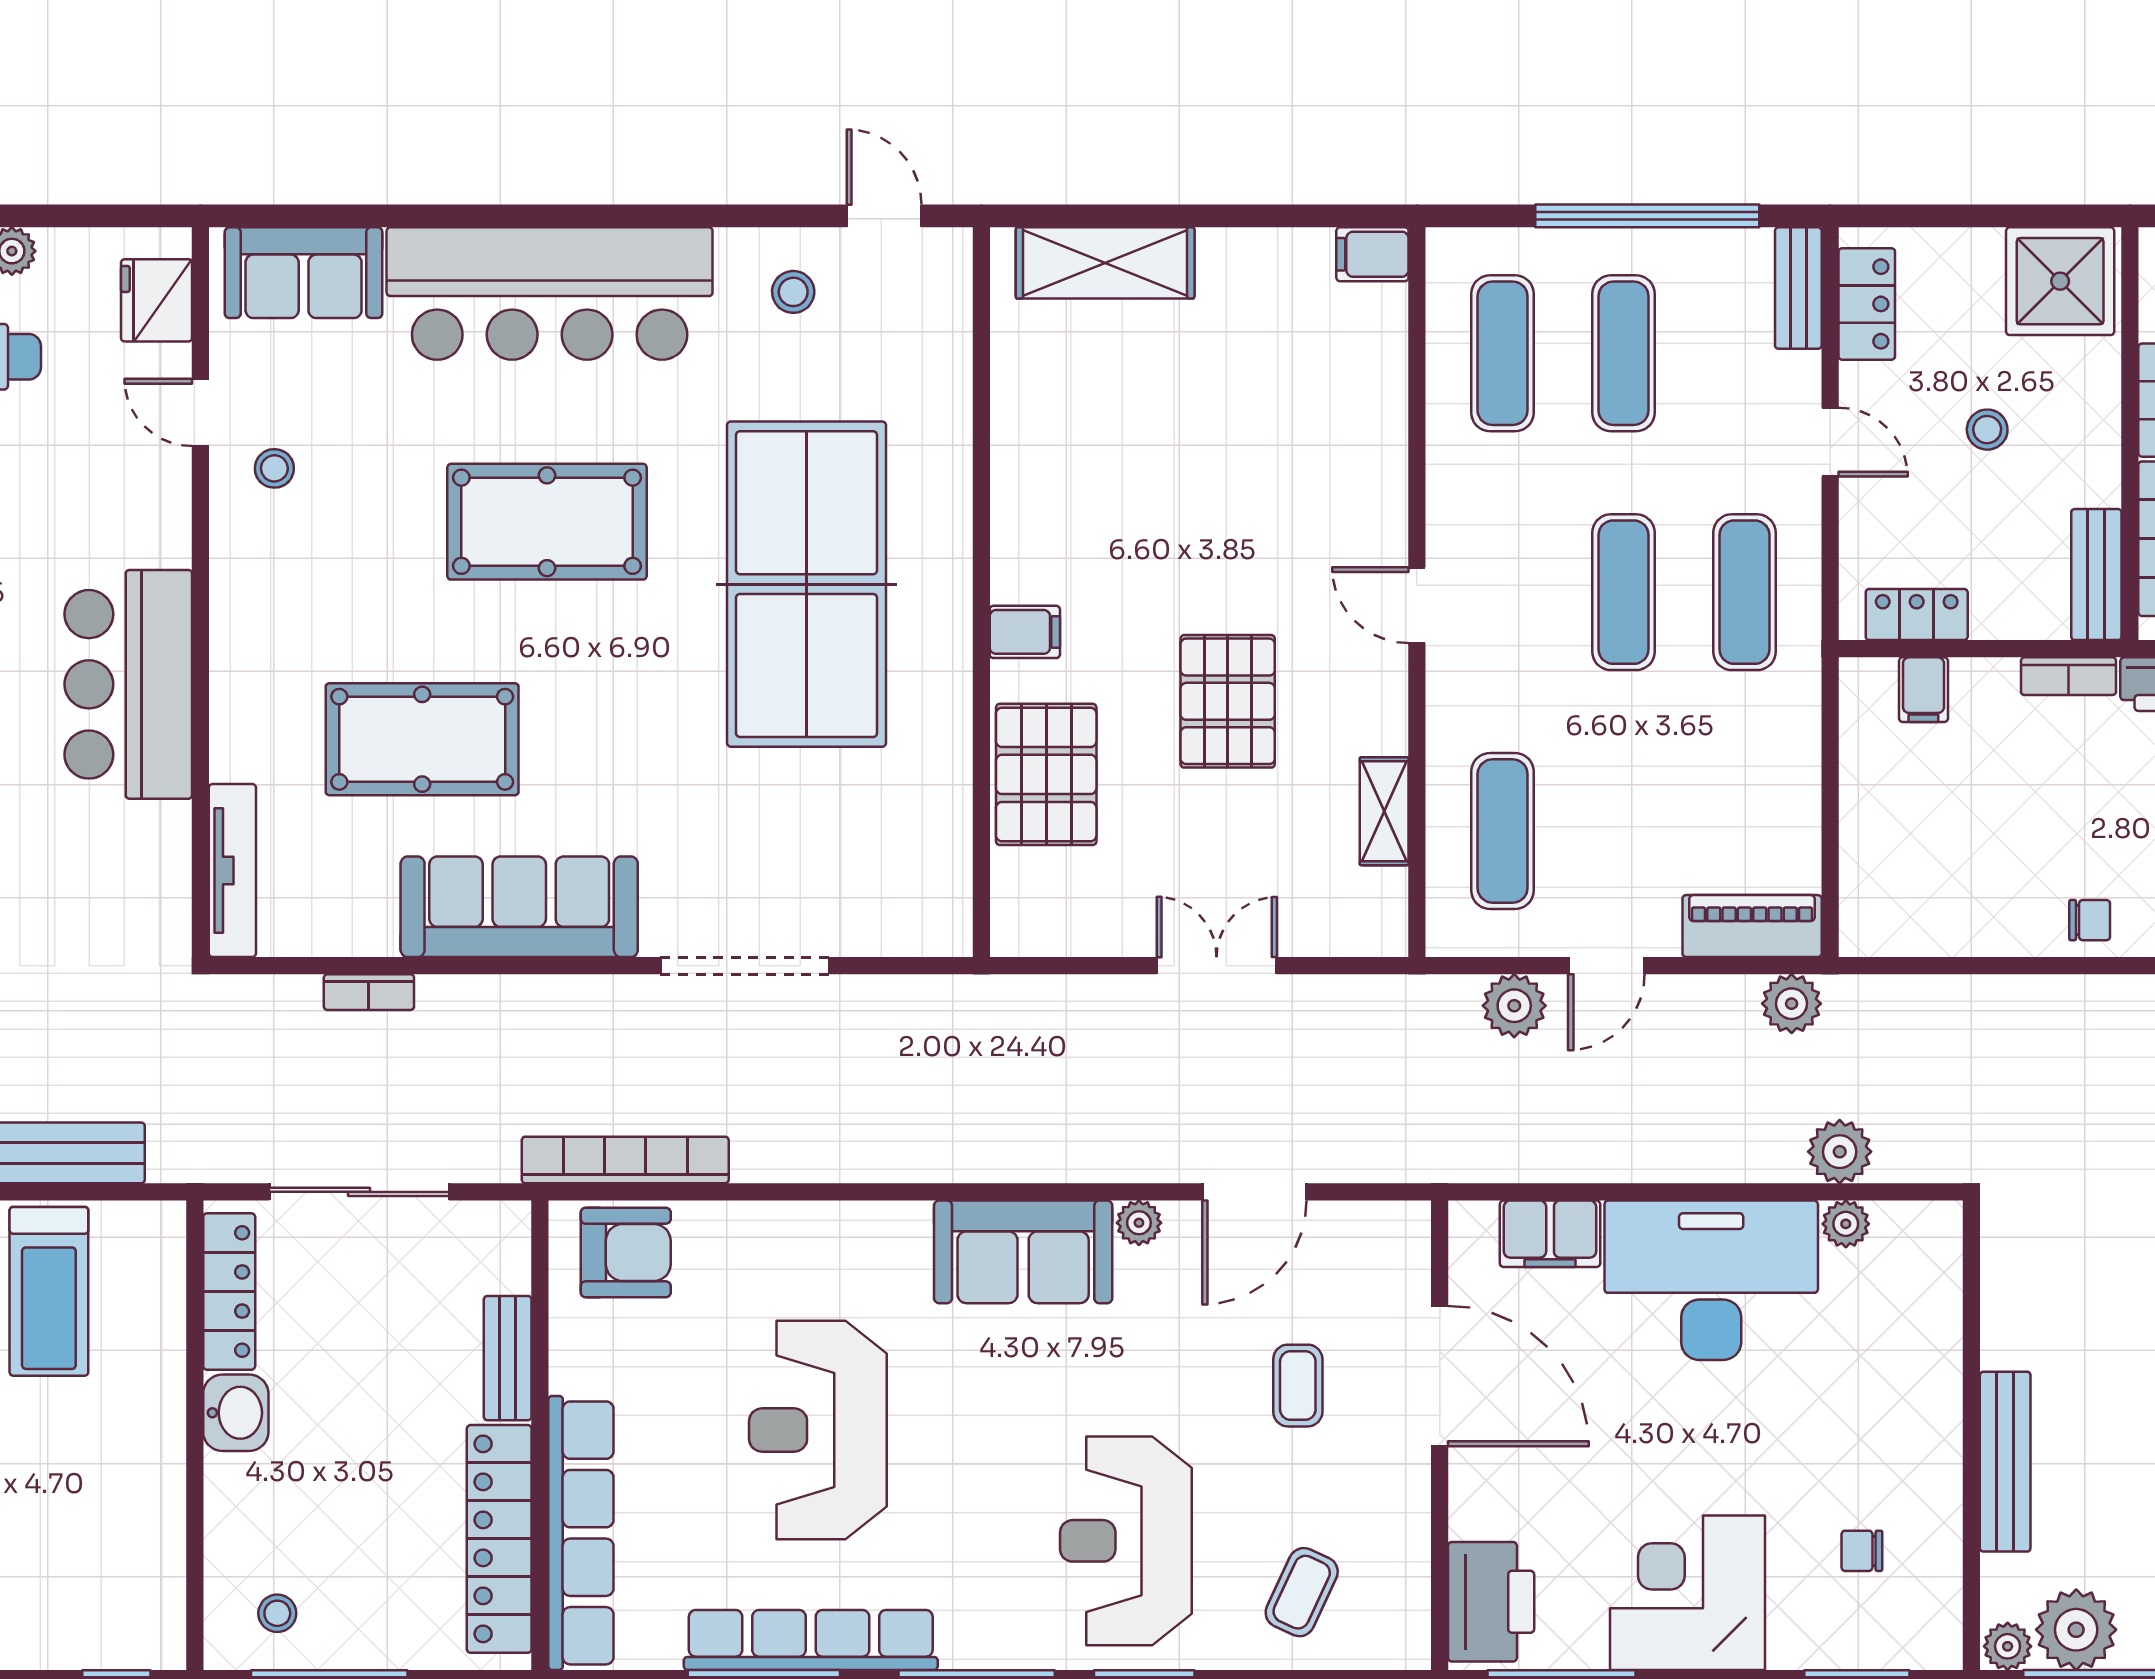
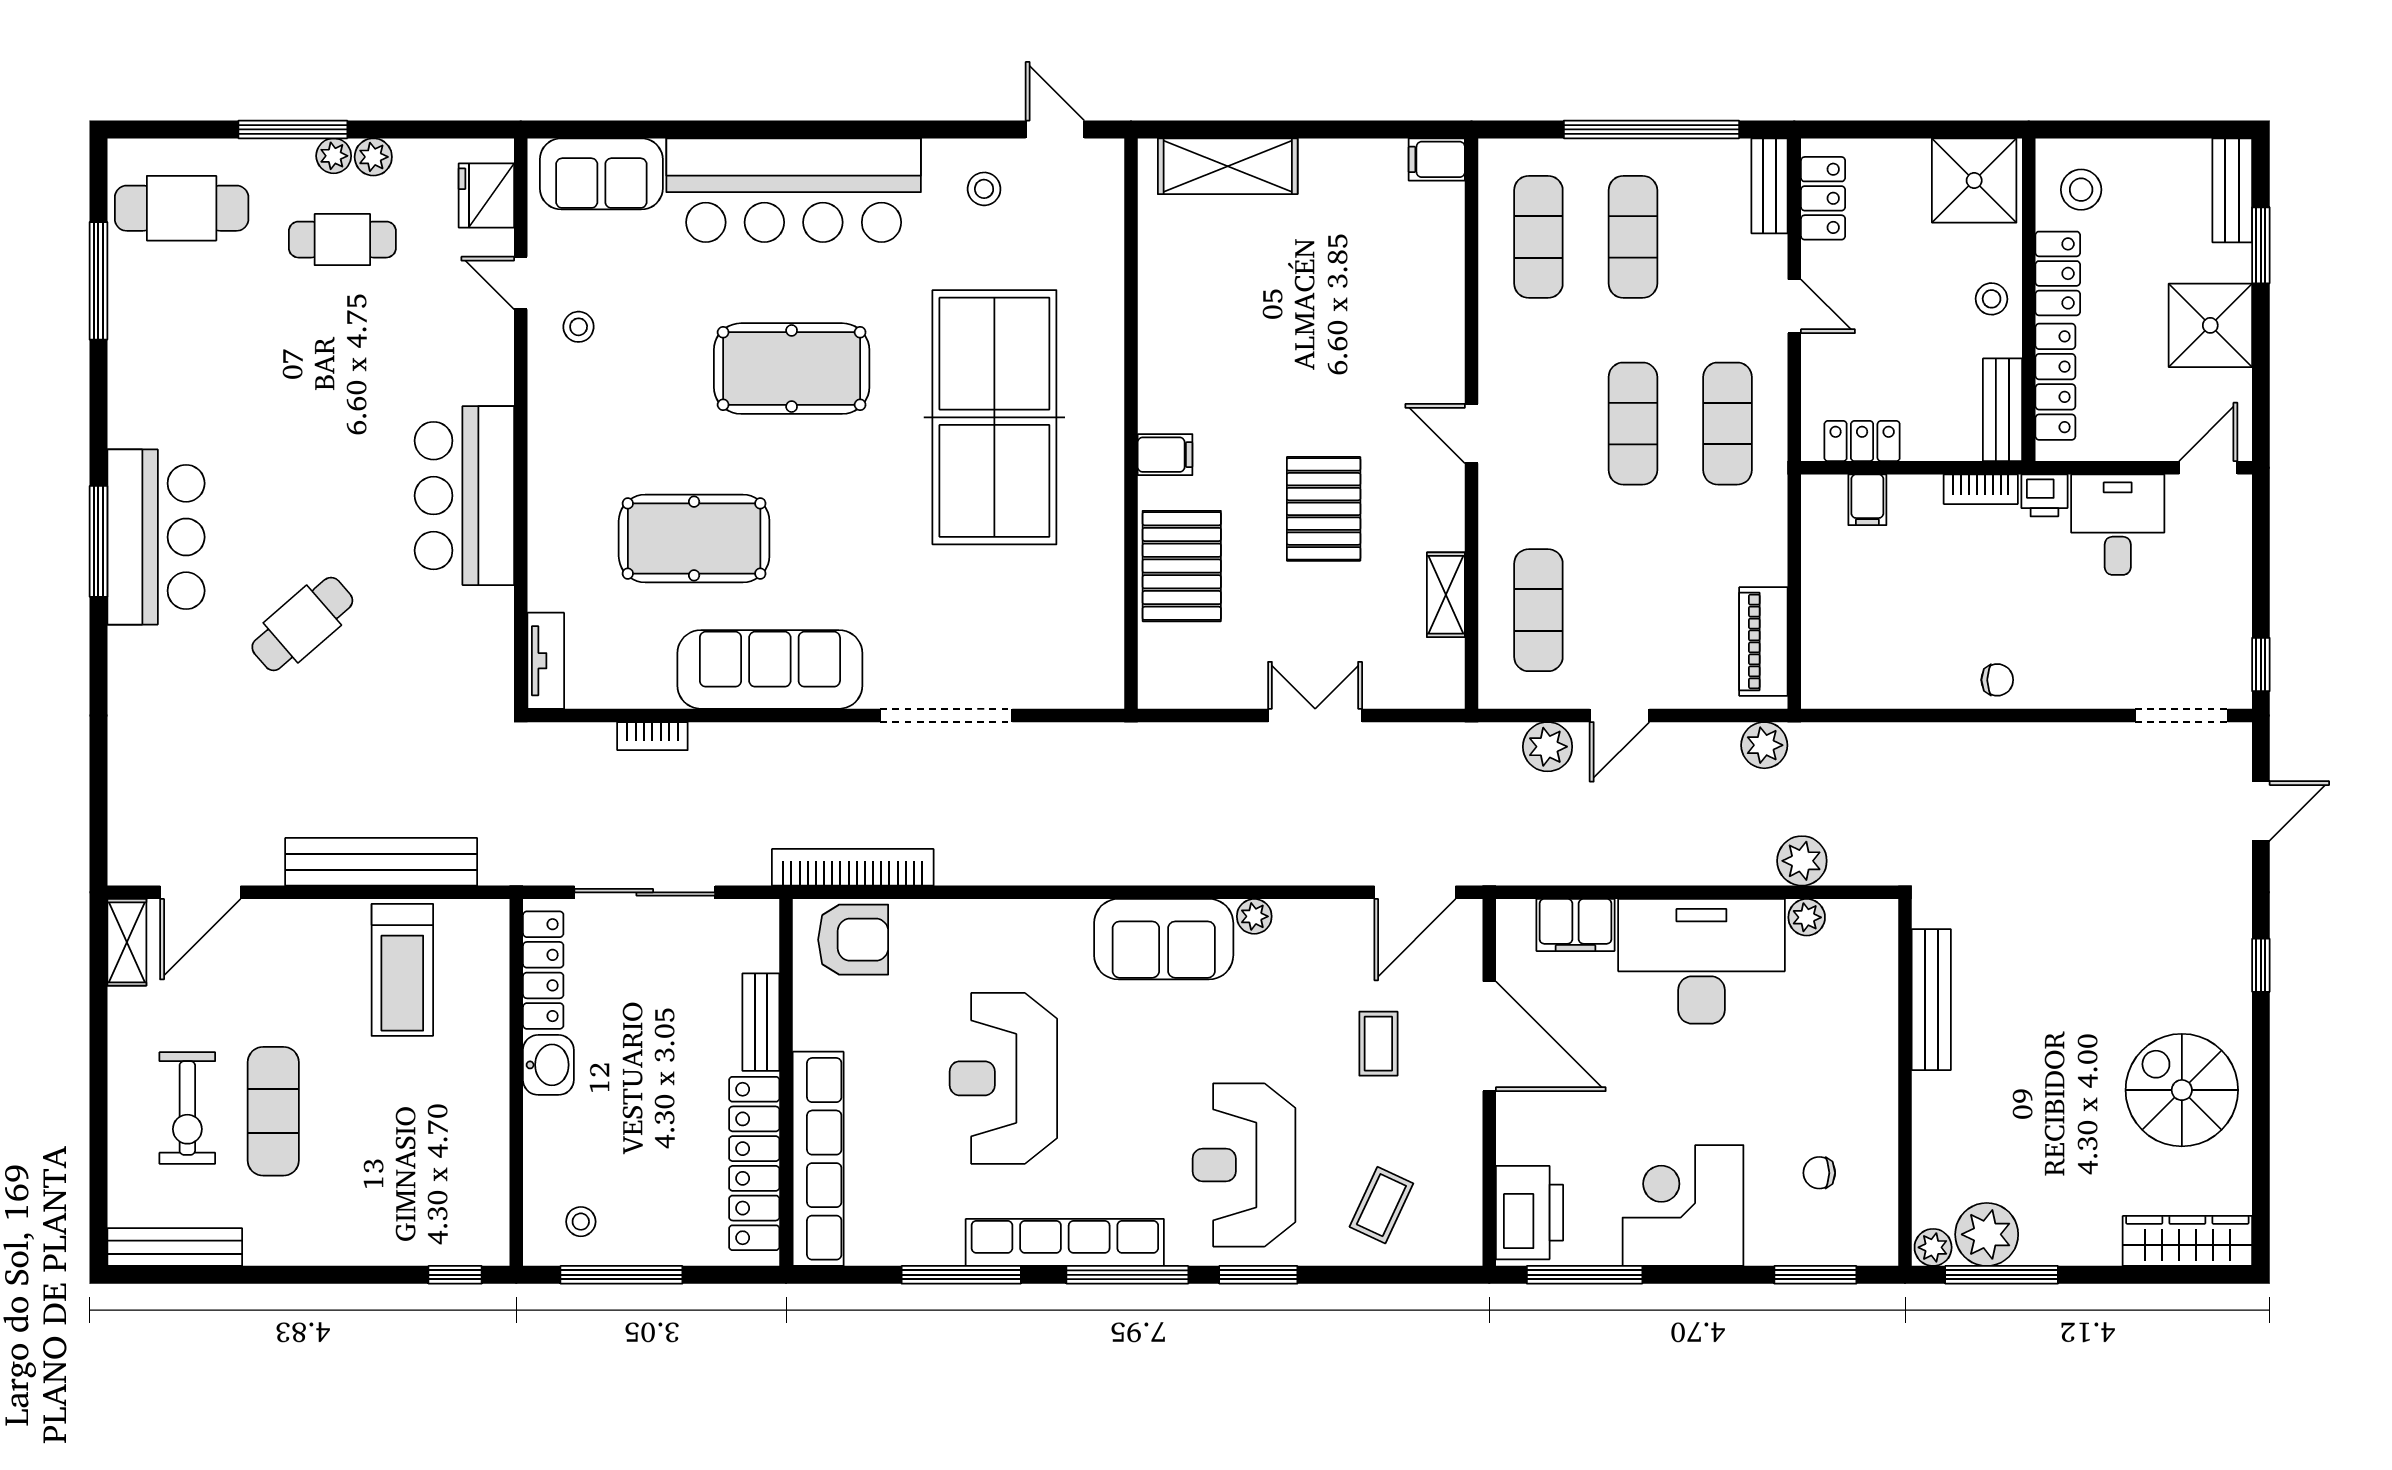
stool: (1987, 430) -> (1992, 299), moved
tv unit: (232, 871) -> (546, 661), width x0.71
piano: (1752, 926) -> (1763, 641), moved, turned -90
door: (1254, 1192) -> (1415, 892), moved
bench: (2005, 1462) -> (1931, 1000), moved
row of seats: (811, 1640) -> (1065, 1242), moved

